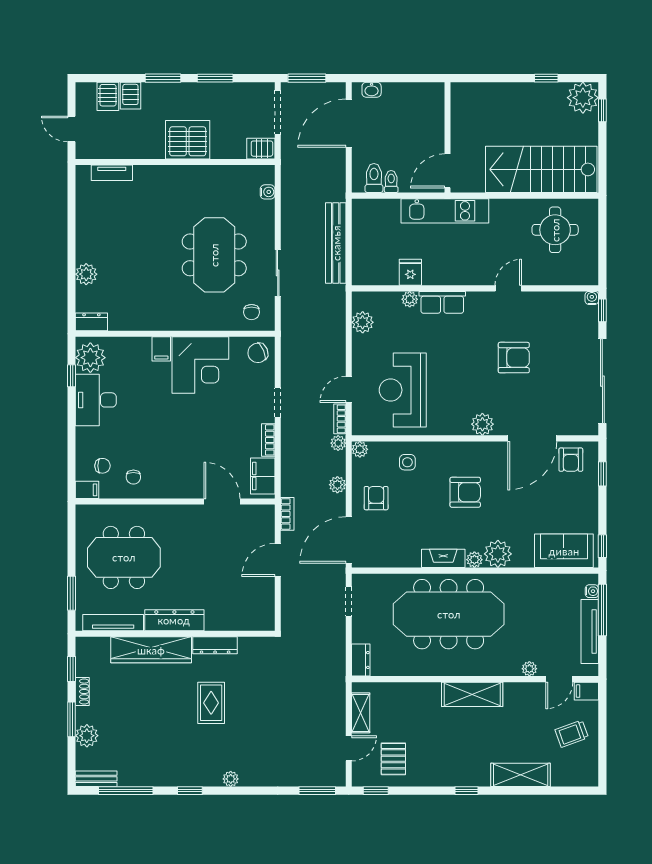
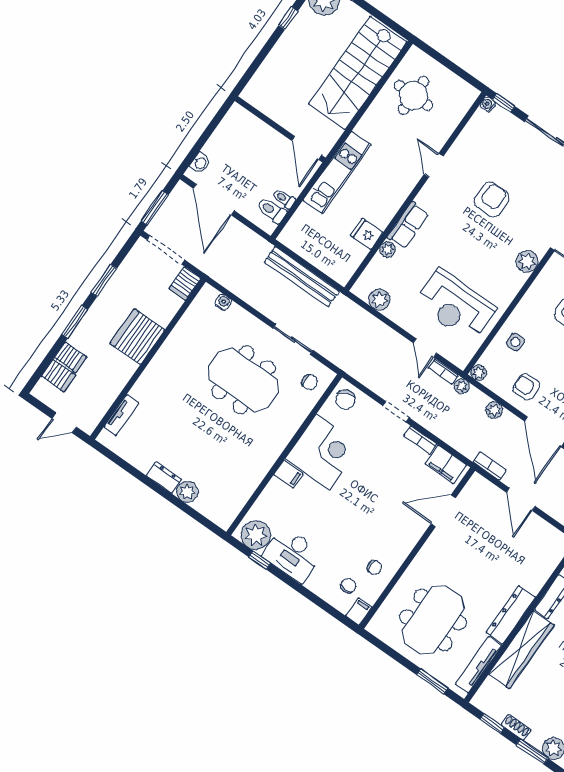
dresser: (91, 322) -> (164, 478), moved, turned 90

